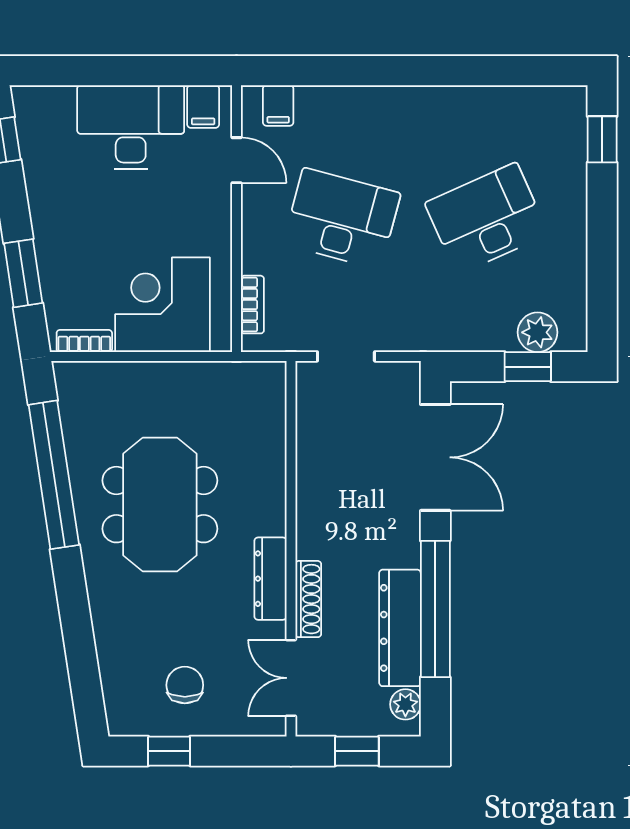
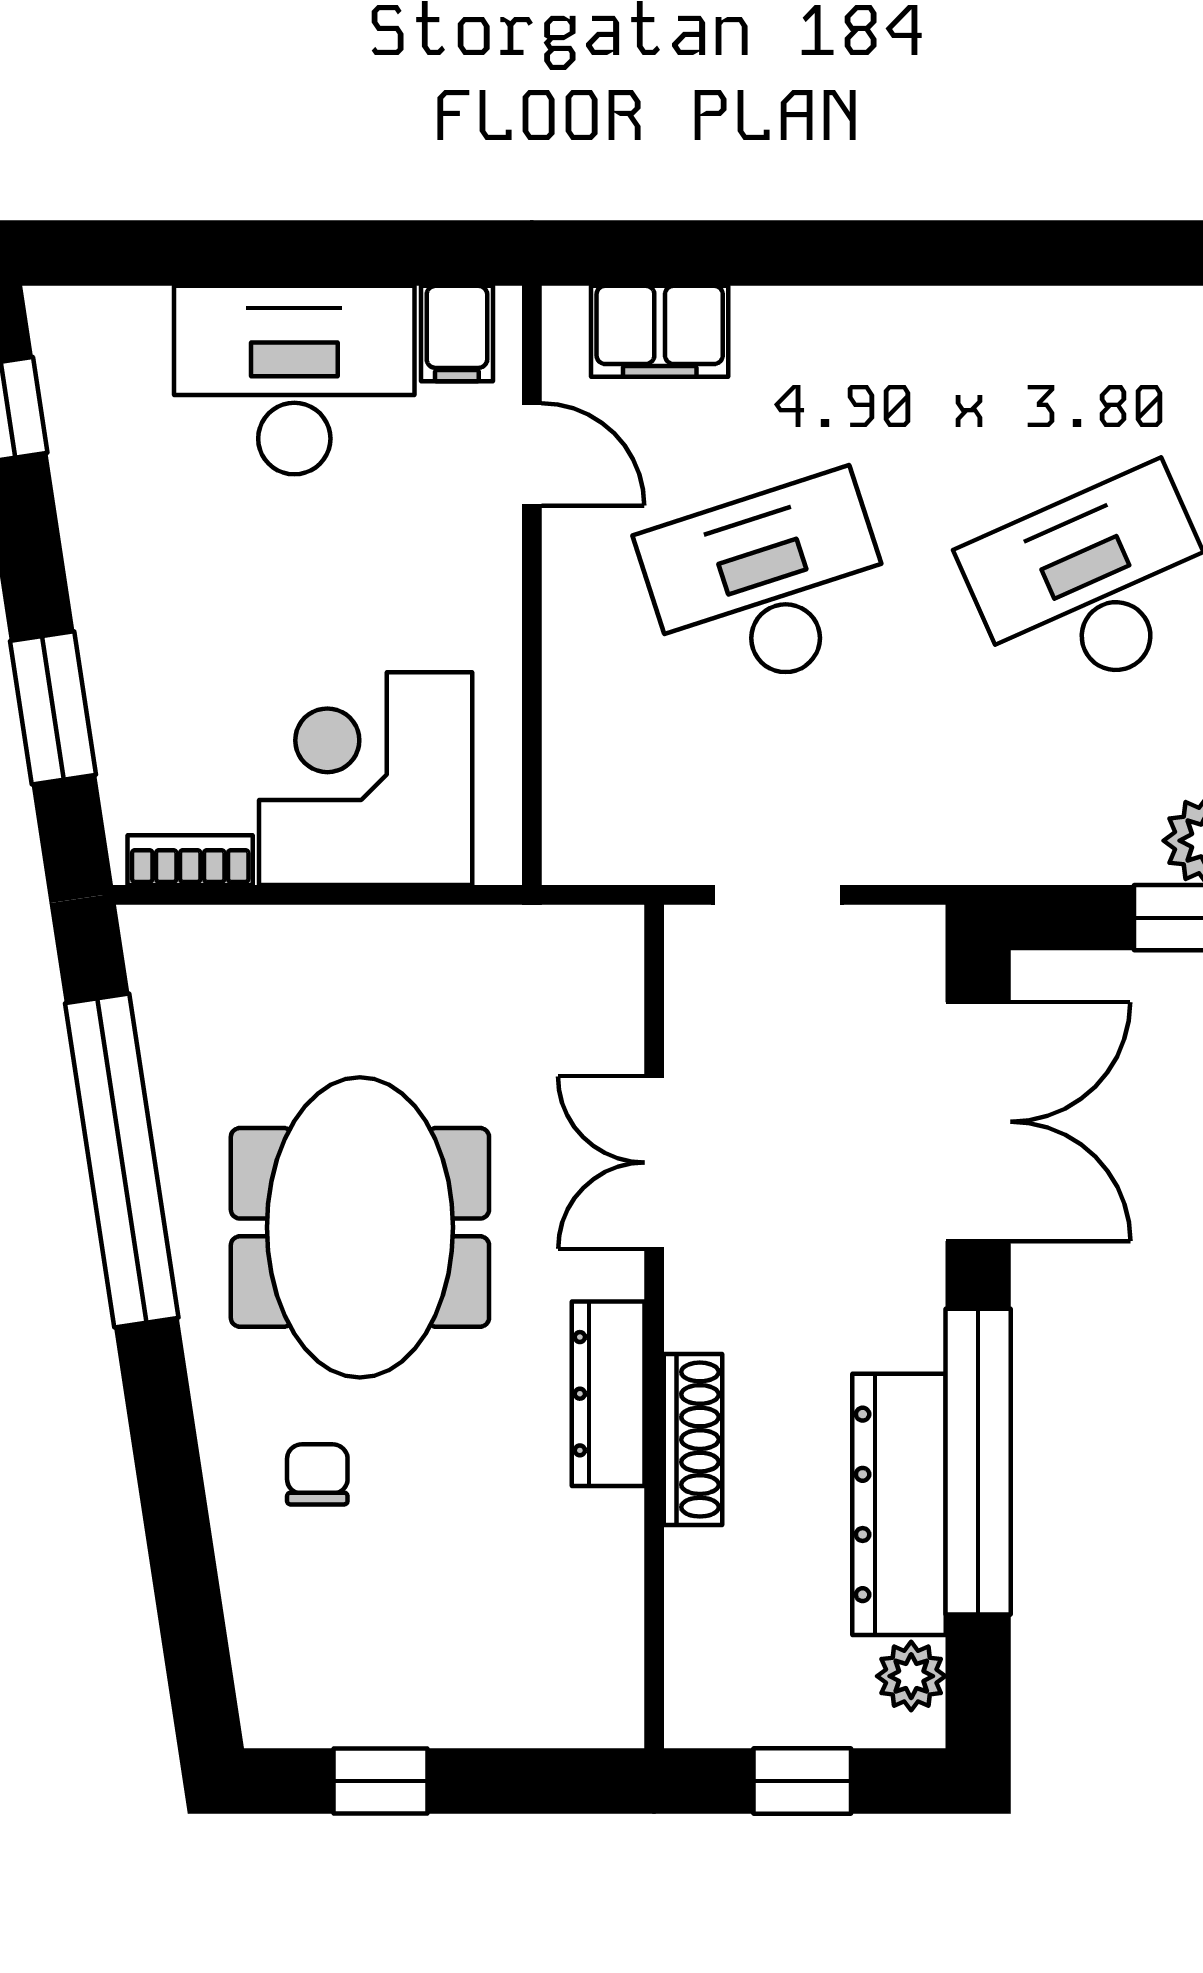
filing cabinet: (278, 105) -> (660, 331), width x2.00
desk: (342, 219) -> (768, 585), turned -33
bookcase: (252, 305) -> (568, 778), removed
double door: (291, 678) -> (654, 1163), moved
chair: (185, 685) -> (317, 1474), moved, width x0.73, depth x0.73

